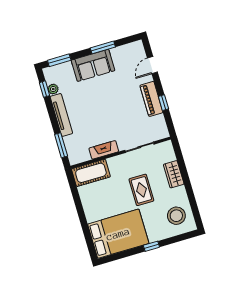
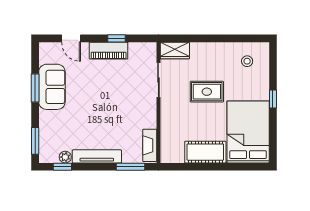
sofa: (93, 65) -> (52, 87), moved
fireplace: (104, 150) -> (150, 145), moved
cot: (91, 173) -> (205, 152), moved, turned 90
wardrobe: (174, 174) -> (175, 51), moved
stool: (176, 216) -> (247, 61), width x0.53, depth x0.53

